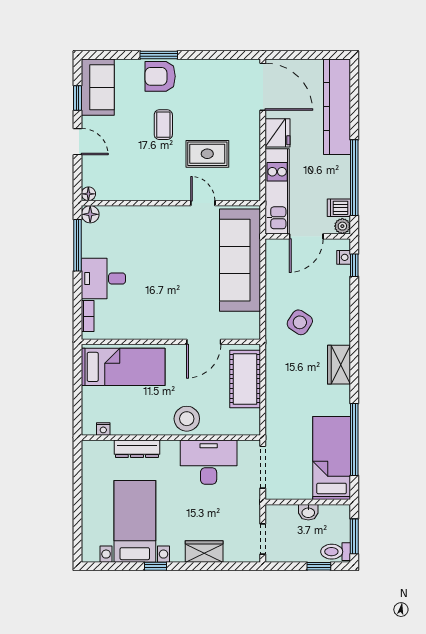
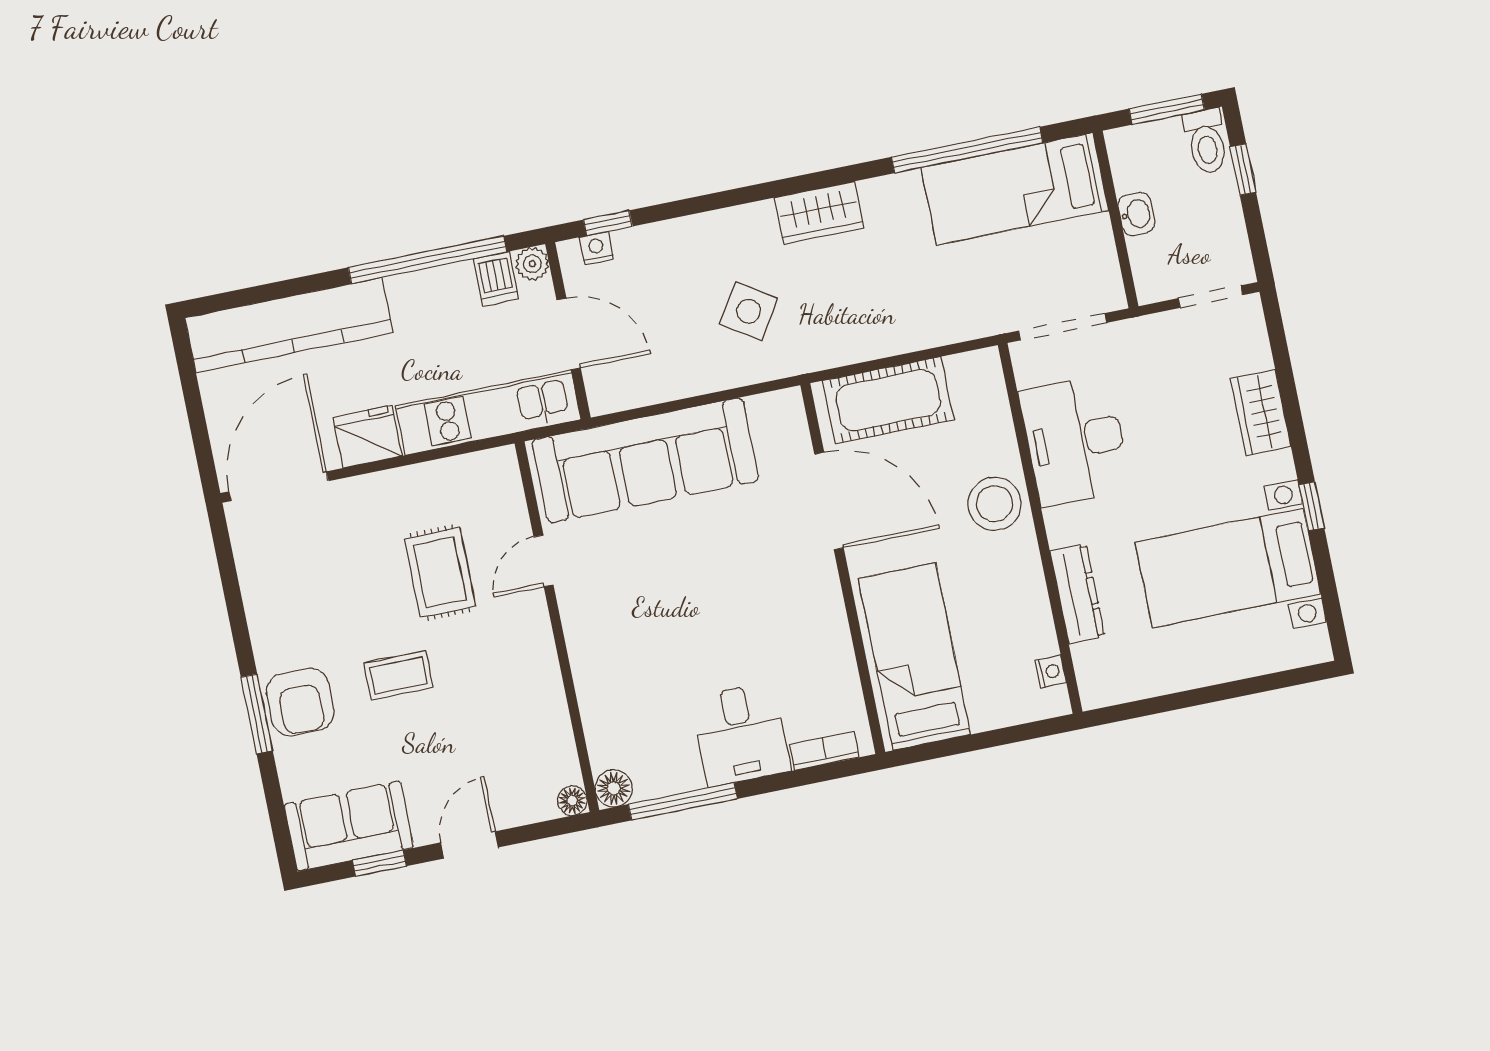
door: (204, 342) -> (829, 501), width x1.36

